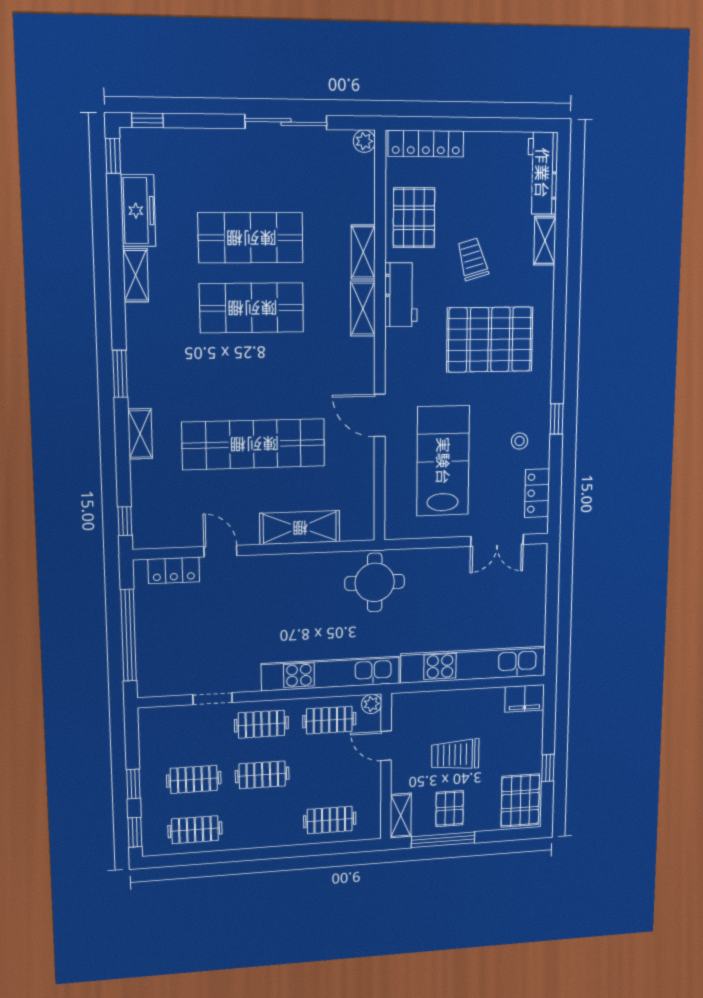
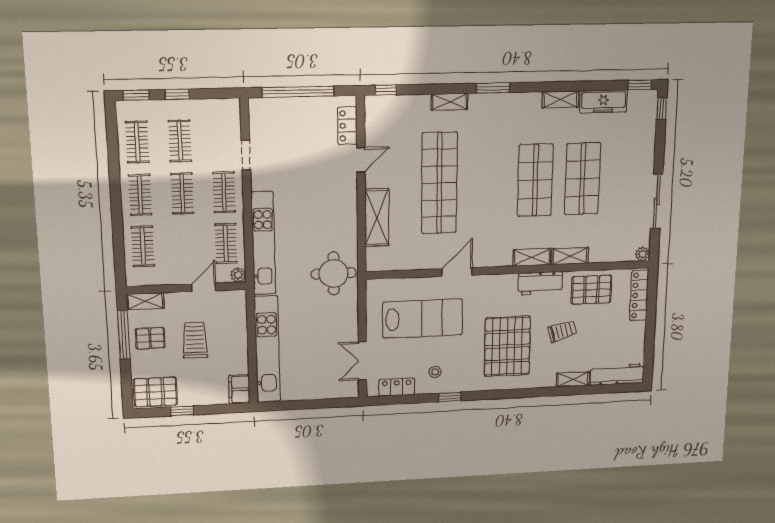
clothes rail: (263, 825) -> (140, 195), added

